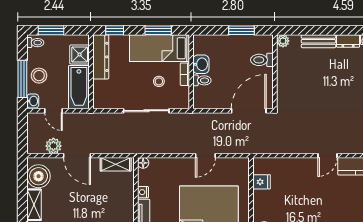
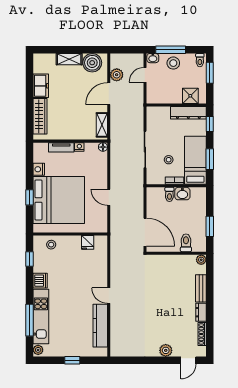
bathtub: (79, 87) -> (164, 95), removed

